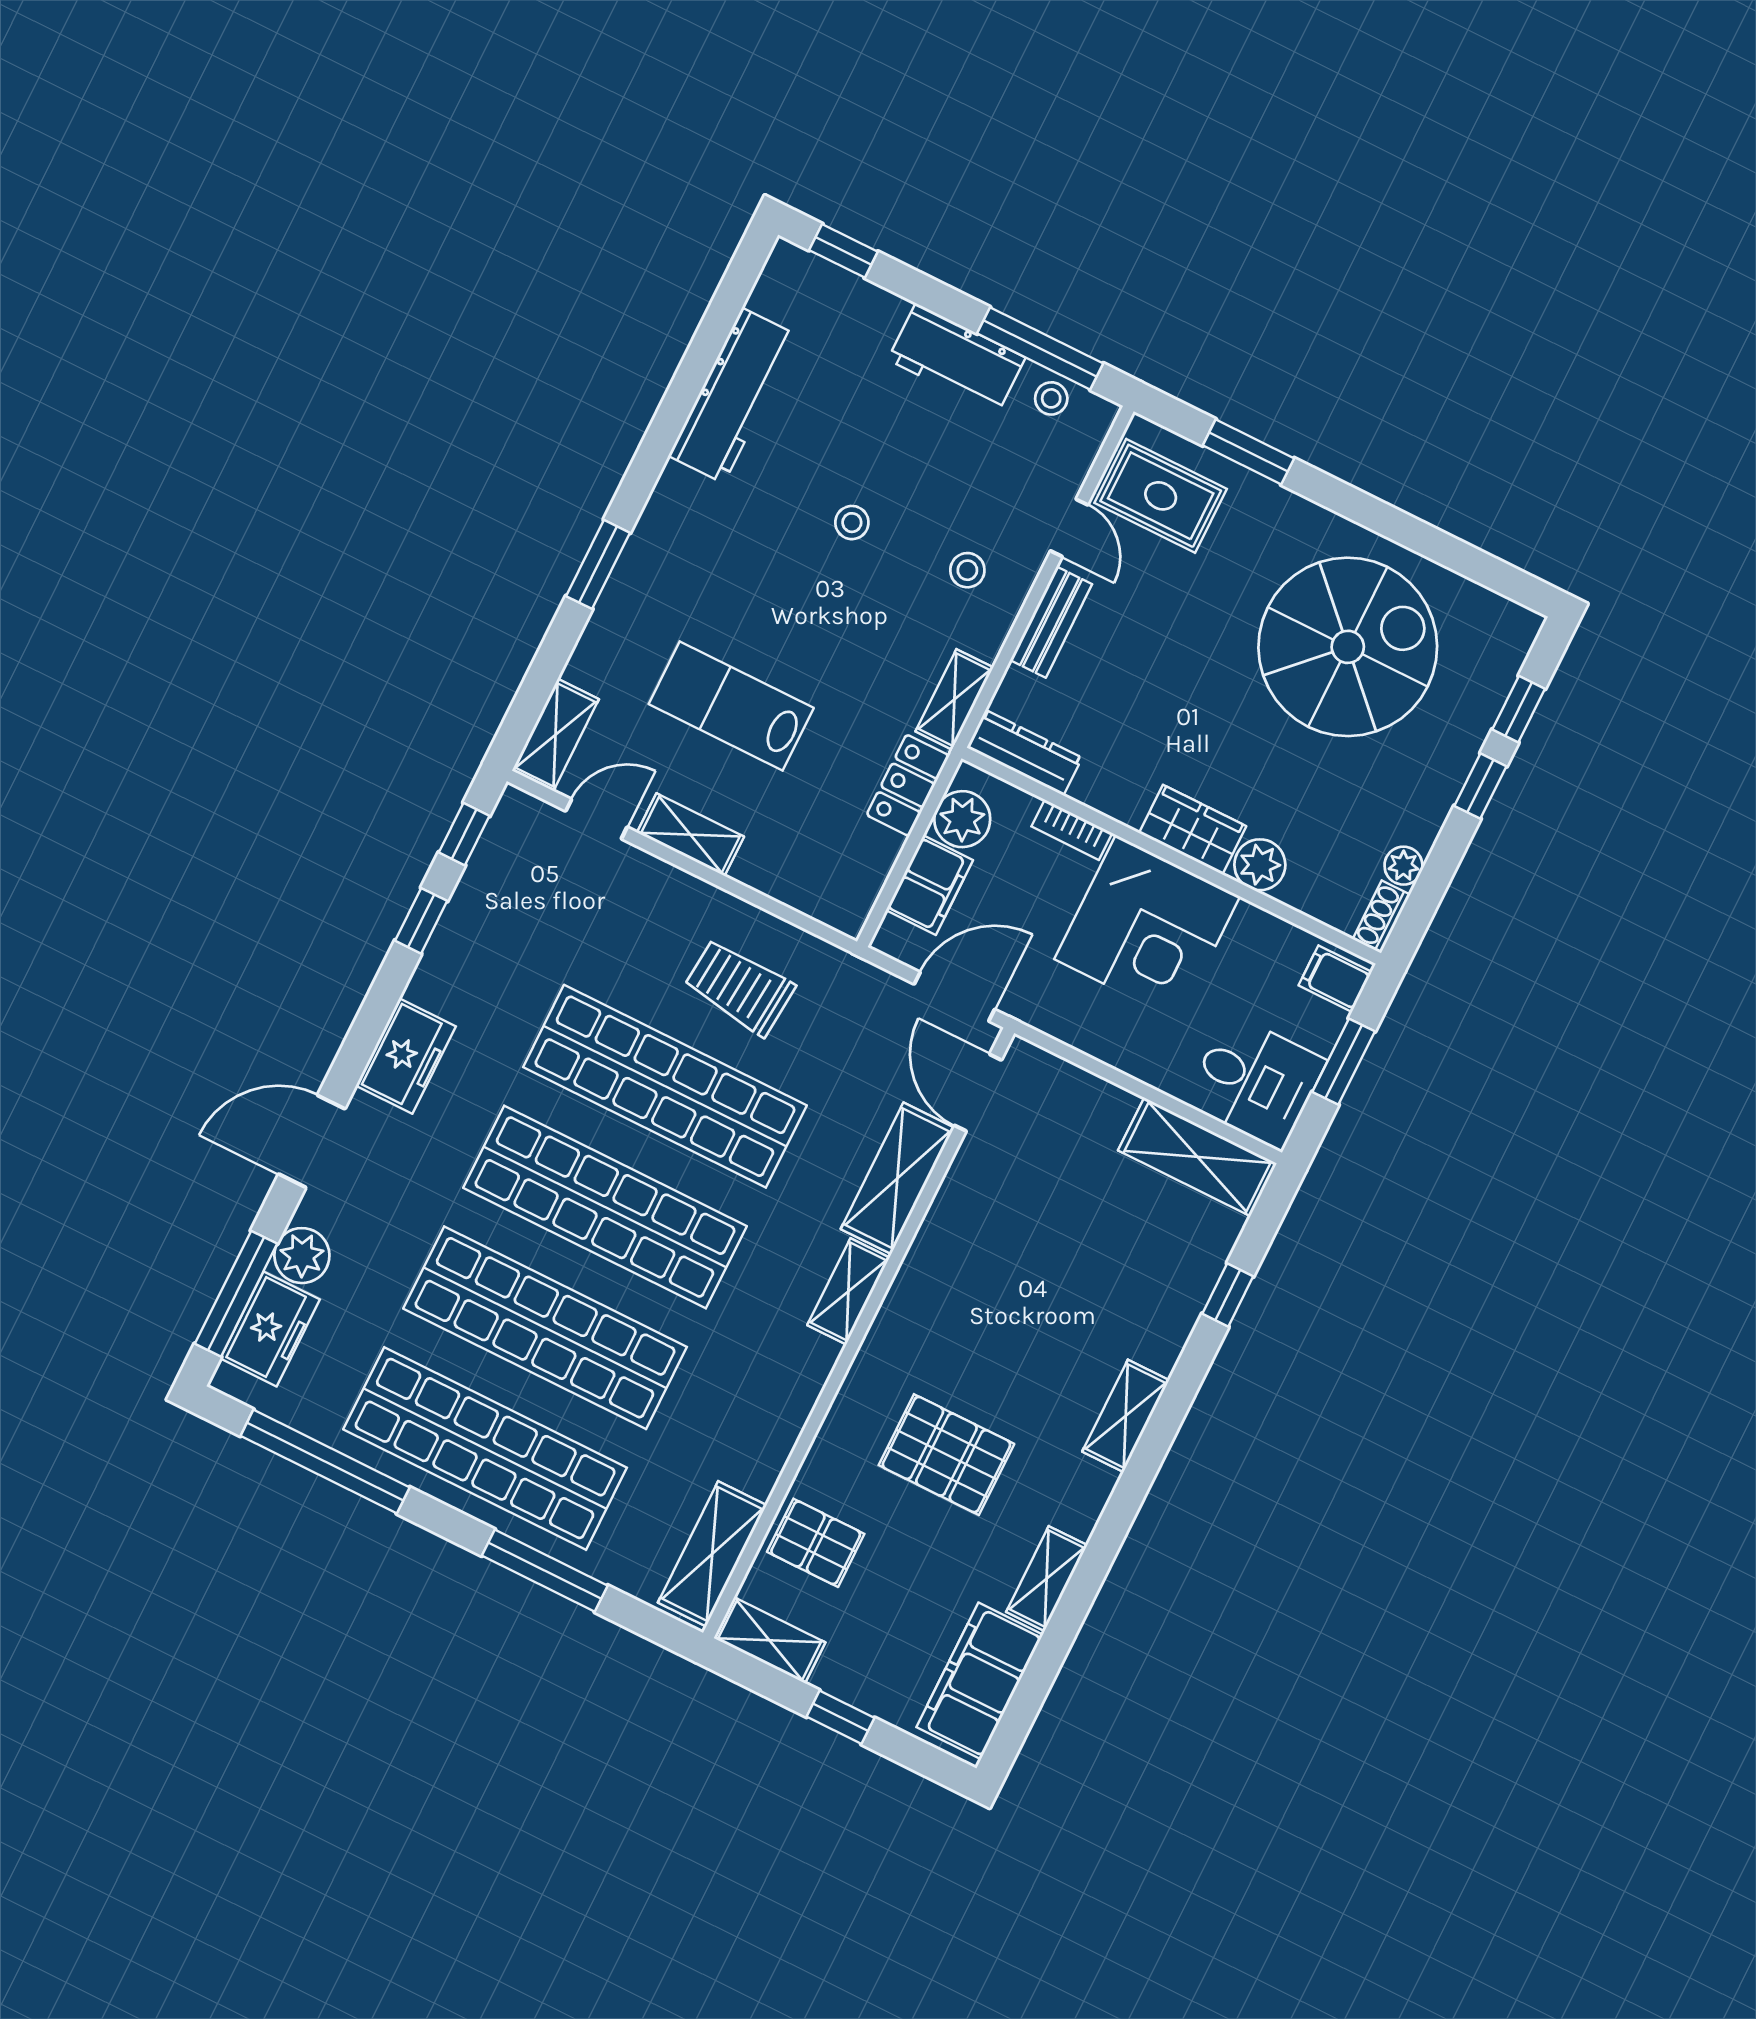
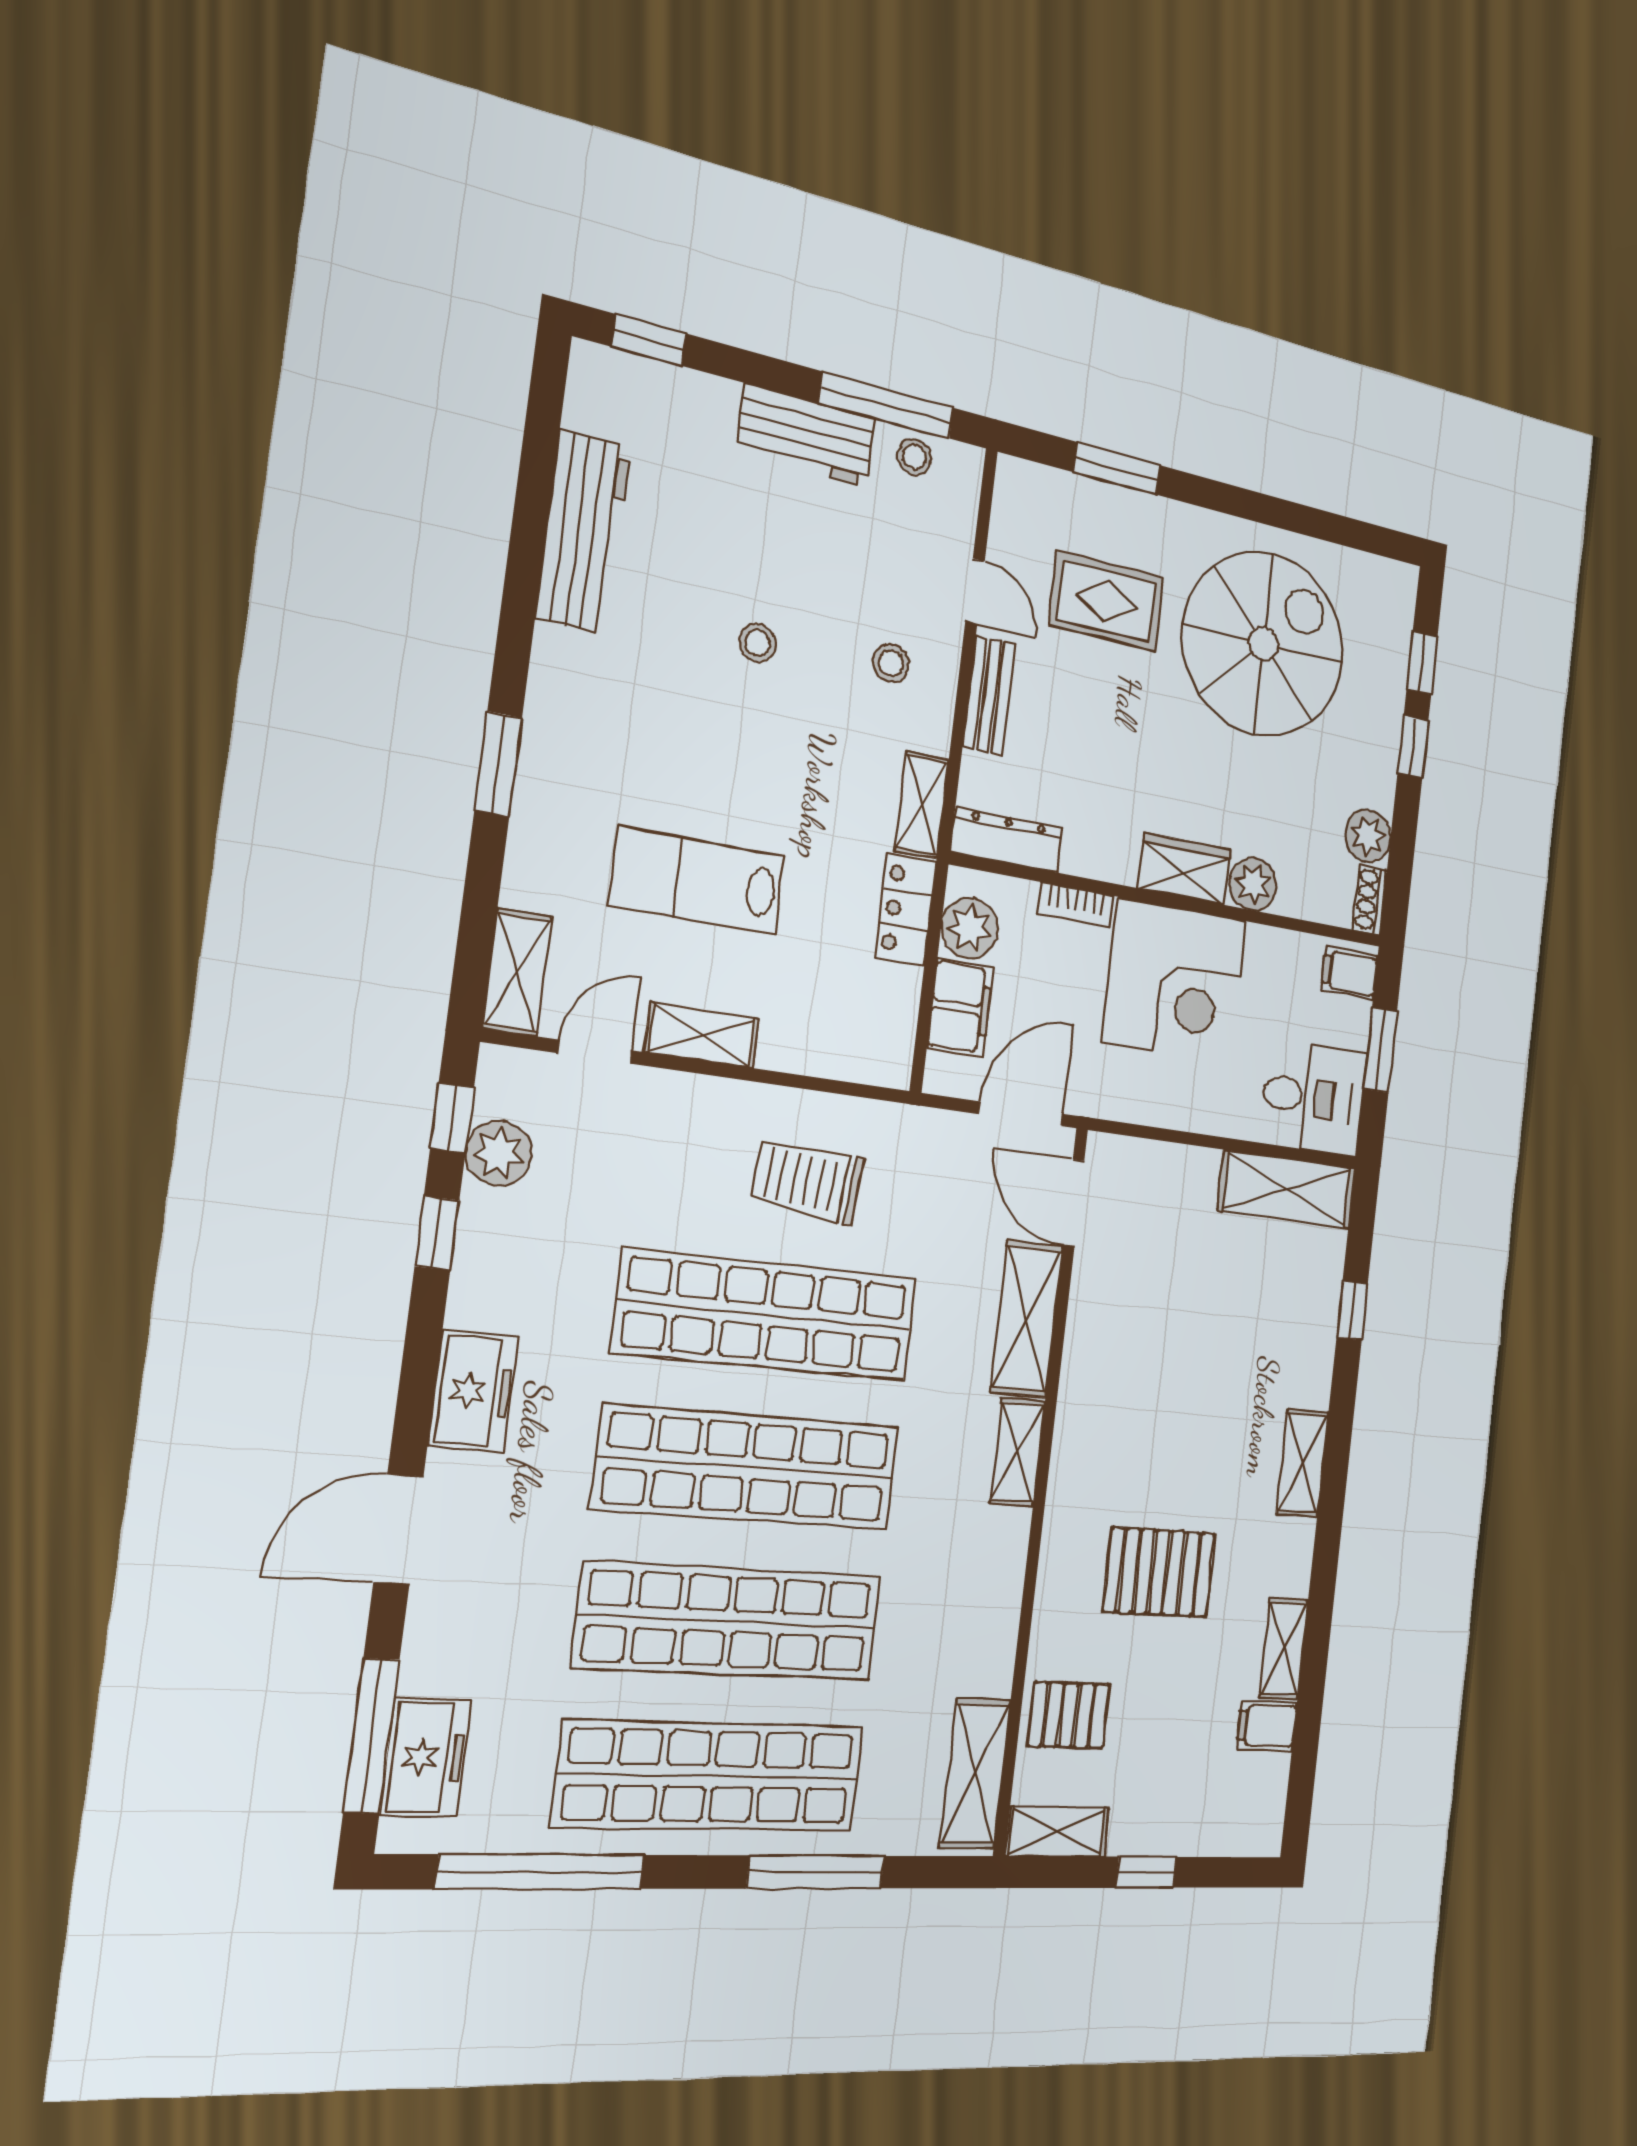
rug: (1161, 496) -> (1106, 601), moved
plant: (1403, 866) -> (1368, 836), width x1.38, depth x1.38
plant: (302, 1256) -> (499, 1153), moved
filing cabinet: (980, 1681) -> (1267, 1726), width x0.33, depth x0.86

